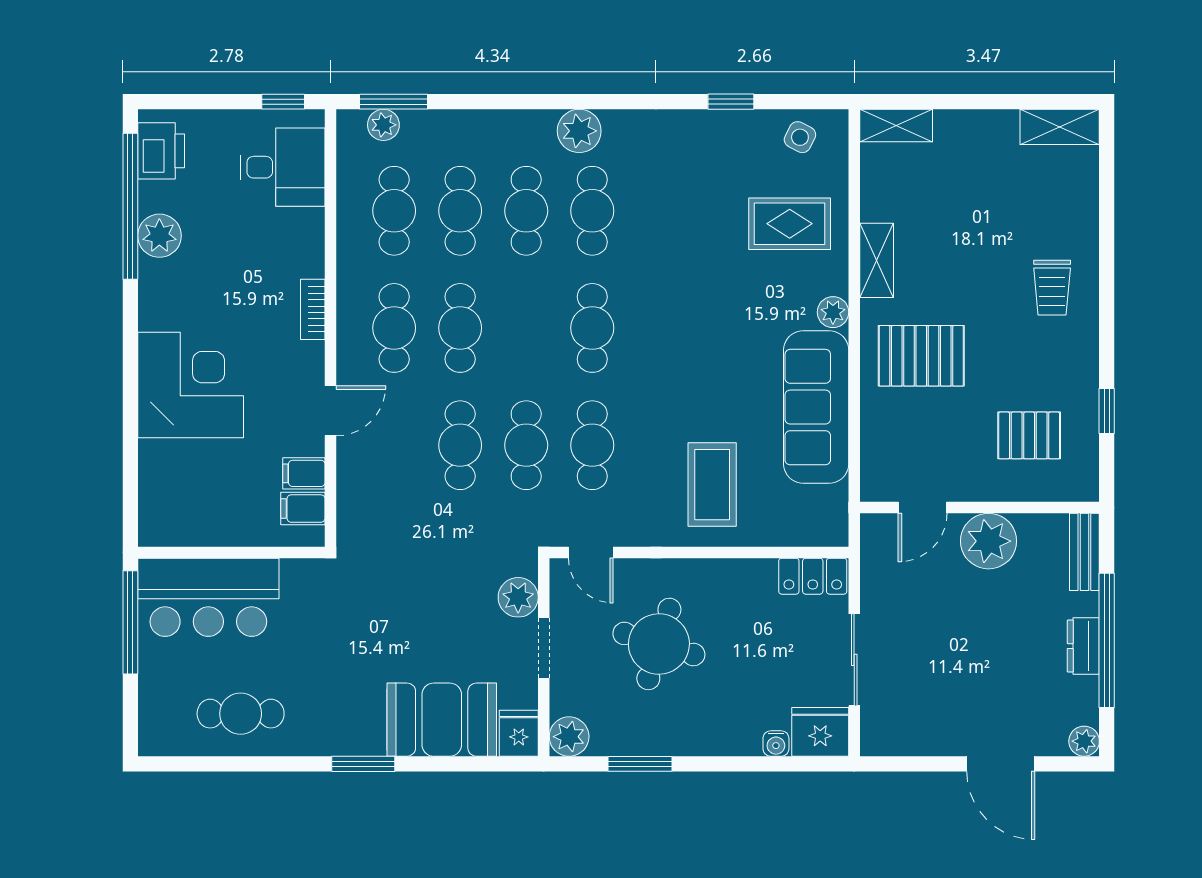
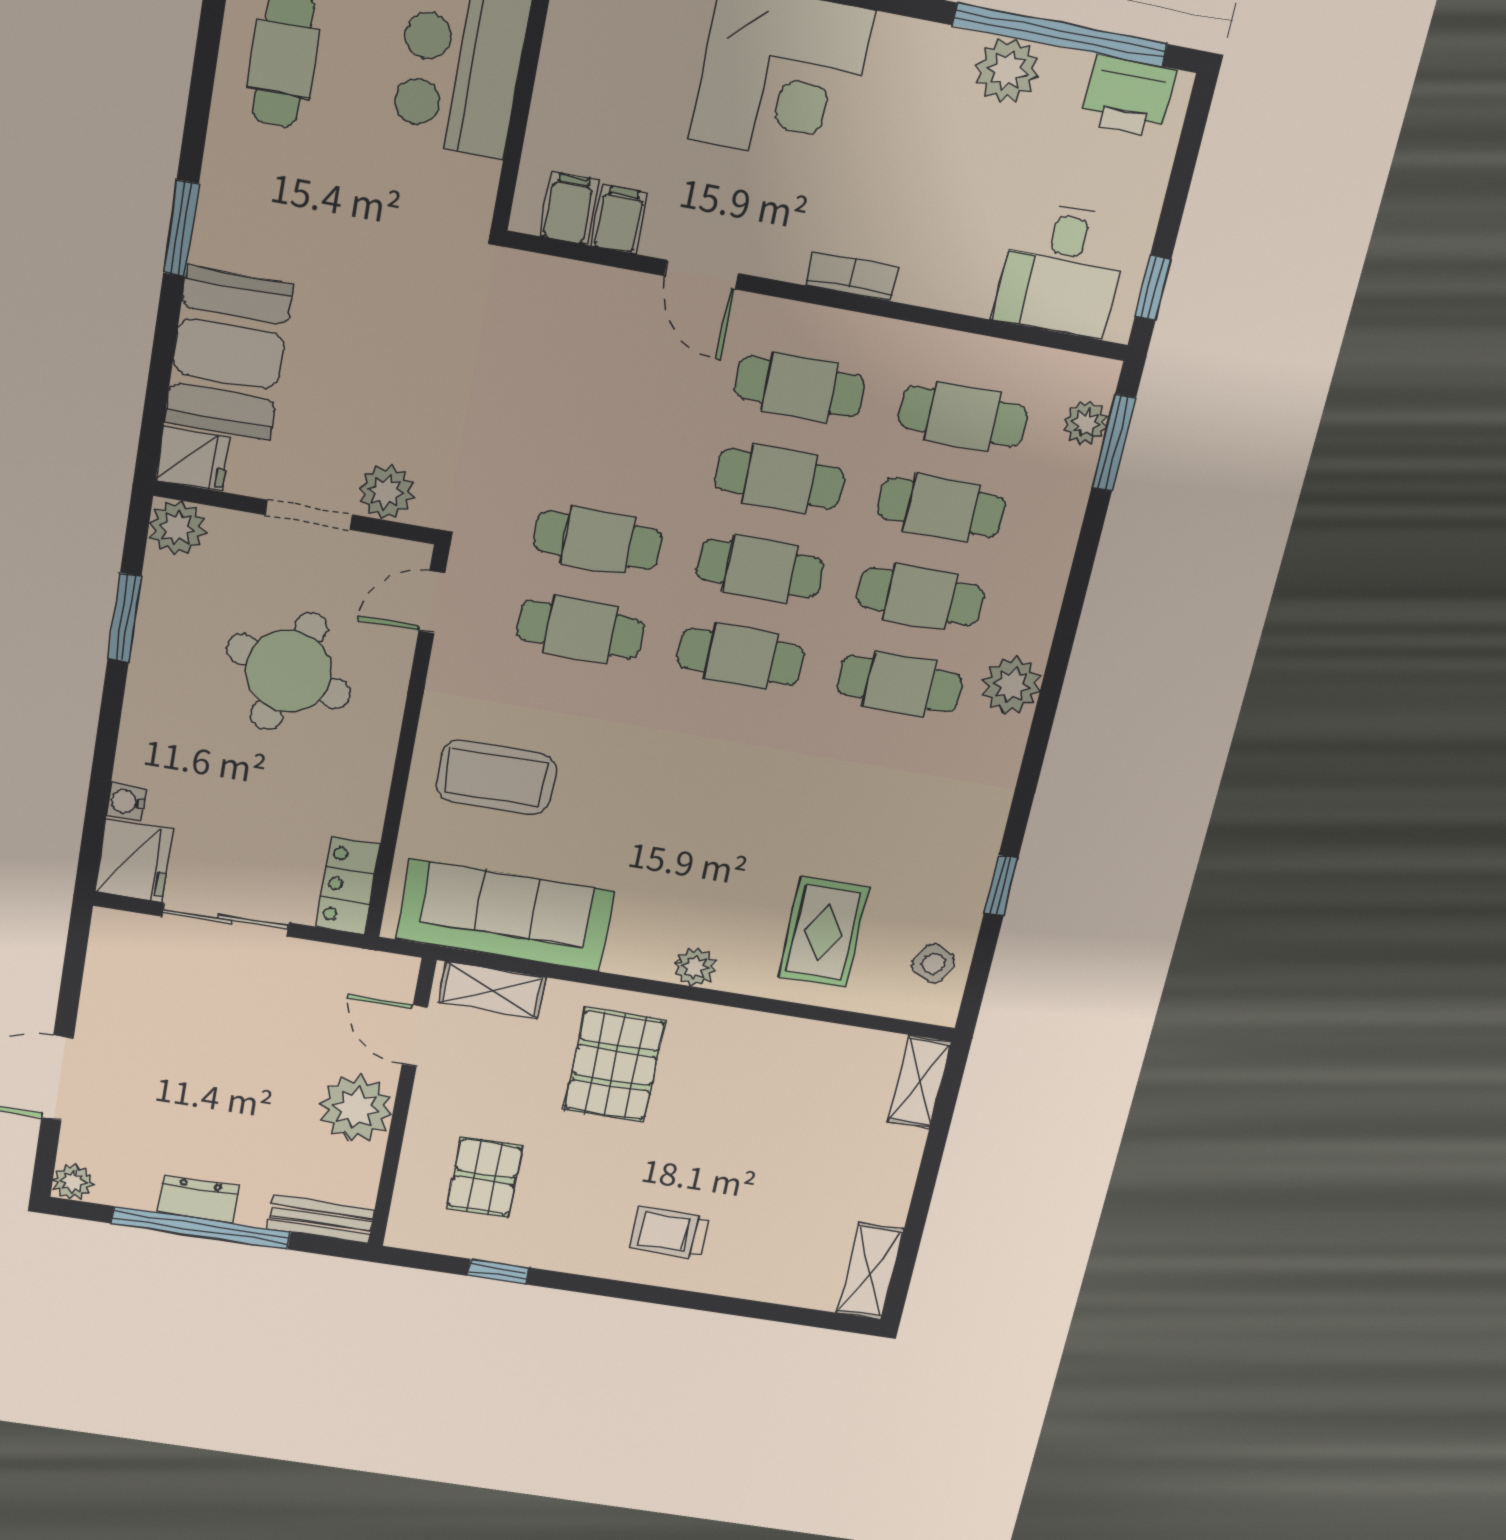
shelving: (877, 260) -> (492, 990), moved
sofa: (816, 407) -> (505, 915), moved
cafe table: (460, 445) -> (760, 569), moved

